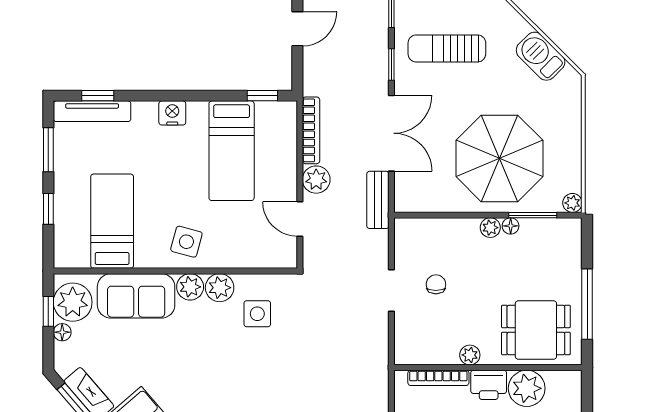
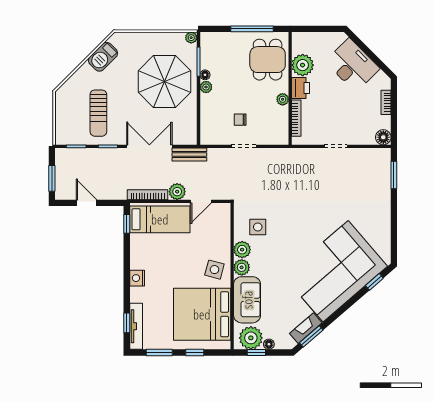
bed: (232, 151) -> (160, 219), moved
bed: (112, 221) -> (202, 314), width x2.04

